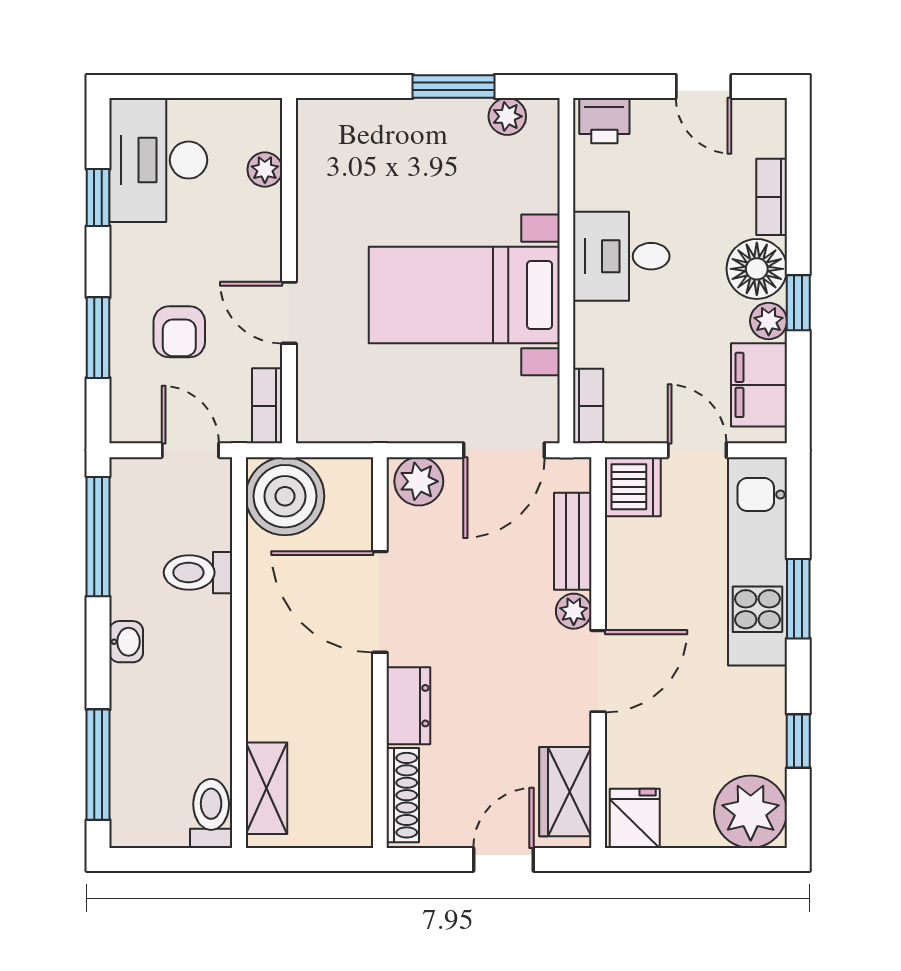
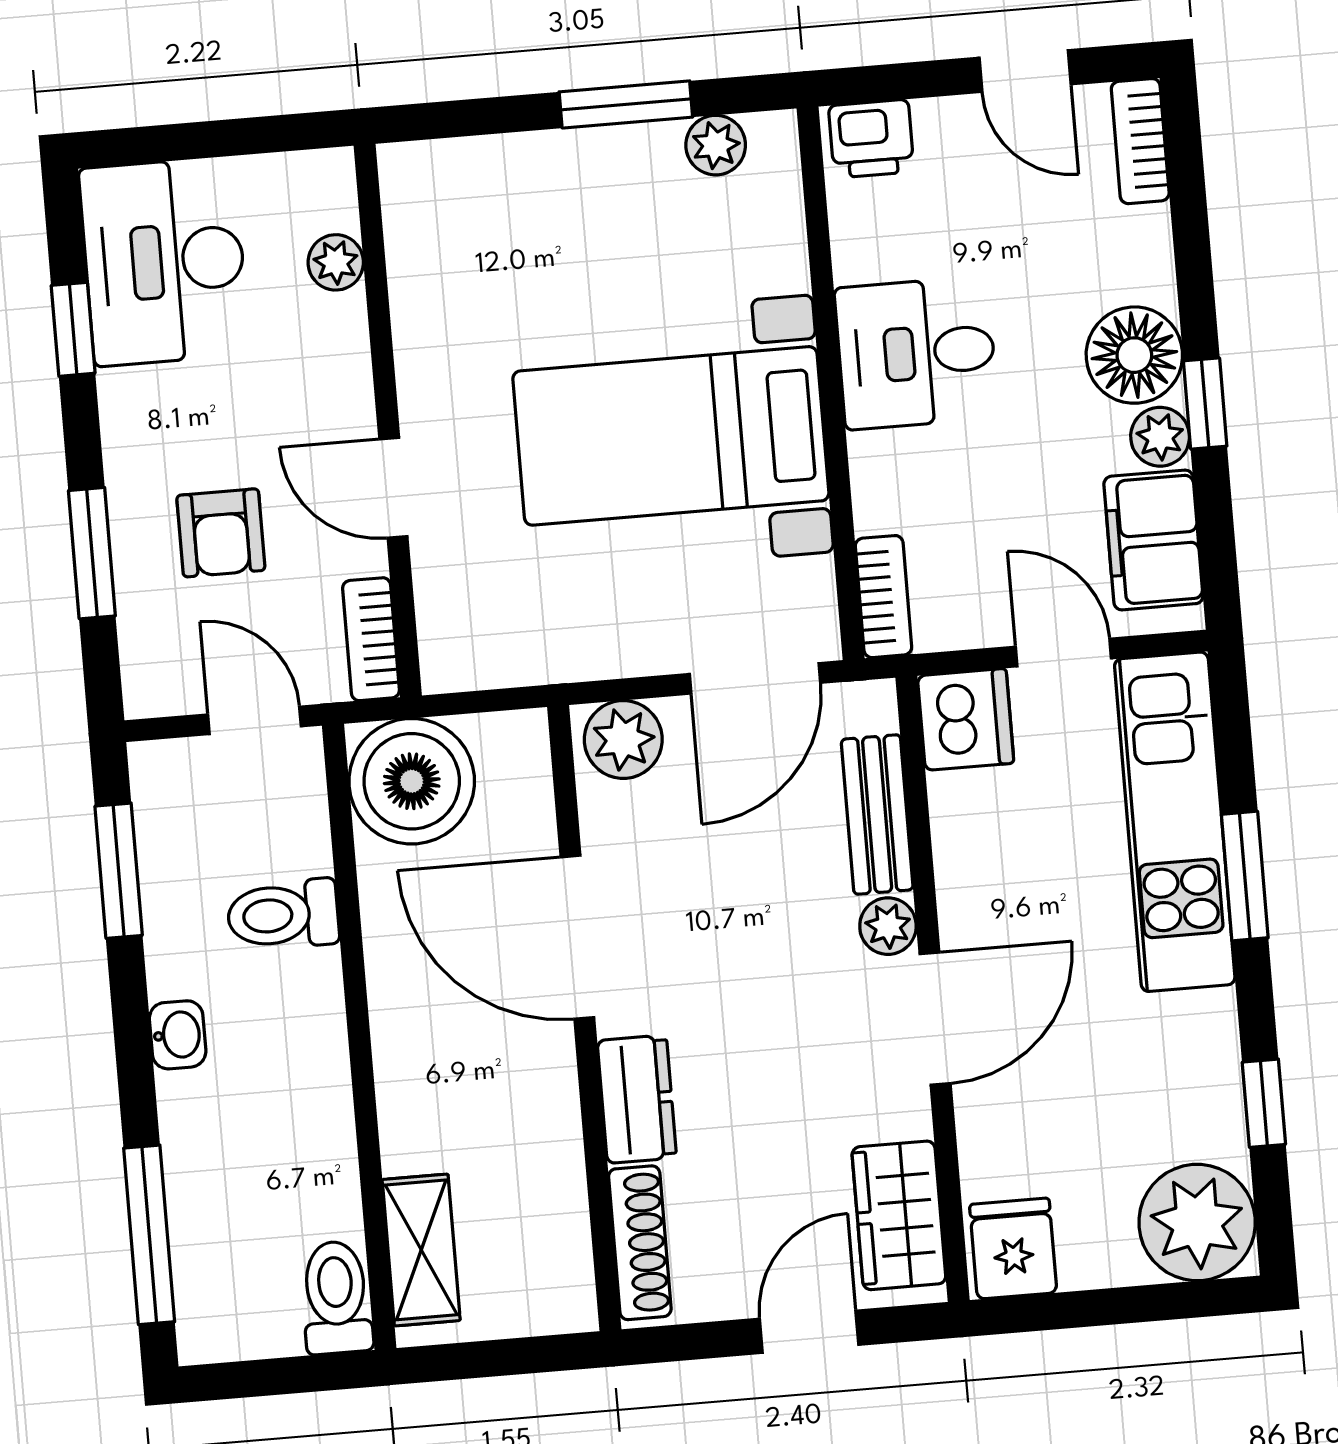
bookcase: (772, 197) -> (1140, 141), moved
window: (98, 537) -> (119, 871), width x0.69

